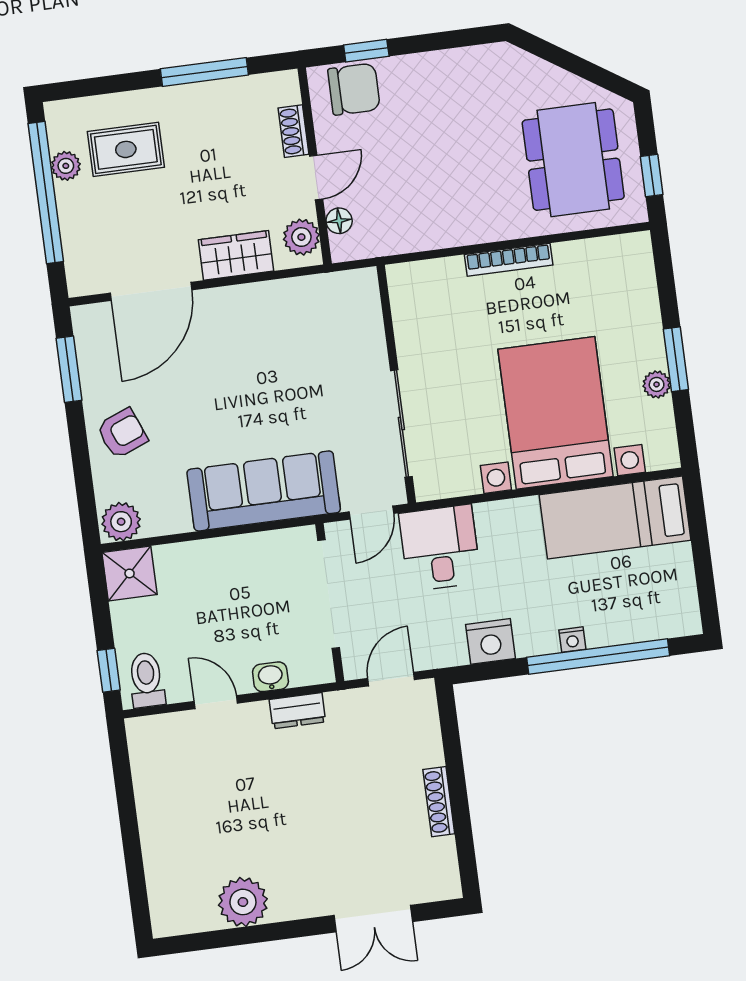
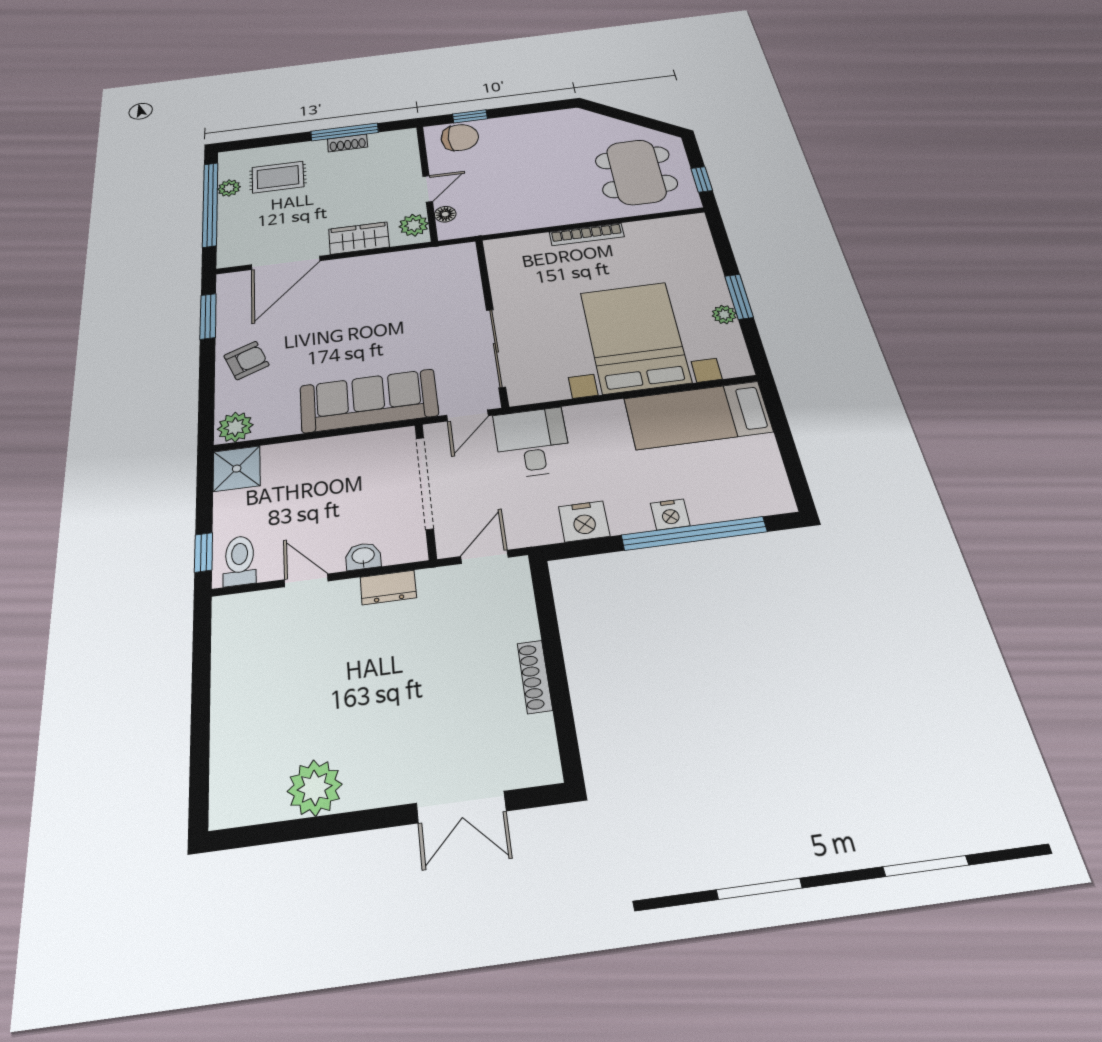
shoe rack: (294, 131) -> (348, 143), moved, turned -90
nightstand: (572, 640) -> (670, 514), width x1.39, depth x1.35

